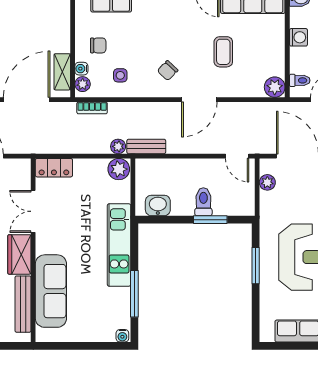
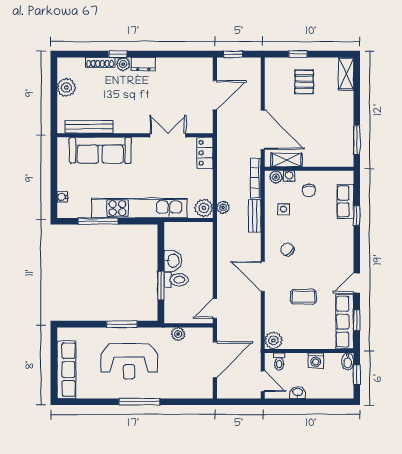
bookcase: (92, 108) -> (256, 178), width x1.56
bench: (146, 146) -> (255, 216), moved
plant: (267, 182) -> (178, 334), moved
washbasin: (158, 205) -> (173, 261), moved
kitchen unit: (119, 245) -> (139, 208), width x1.36
wardrobe: (19, 254) -> (131, 124), removed
water cooler: (122, 336) -> (62, 197), moved

